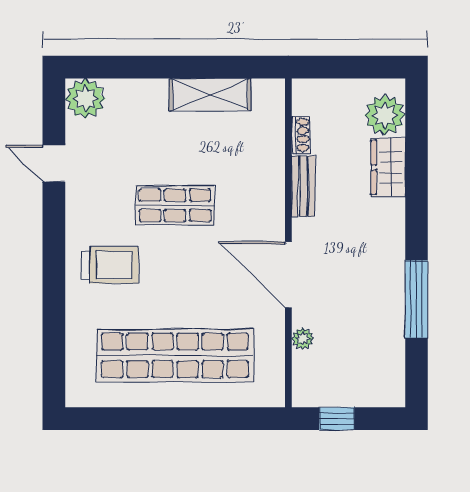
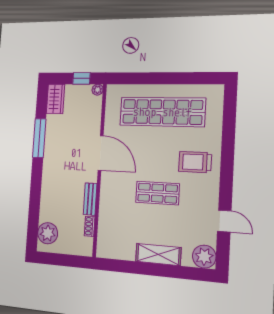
shelving: (210, 95) -> (158, 254), moved
wardrobe: (388, 167) -> (55, 99), moved
plant: (303, 339) -> (98, 90), moved

